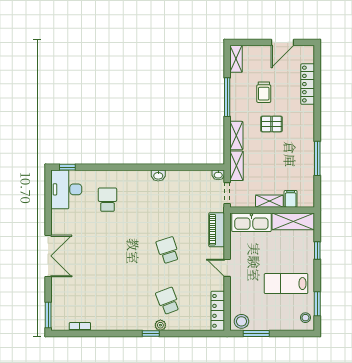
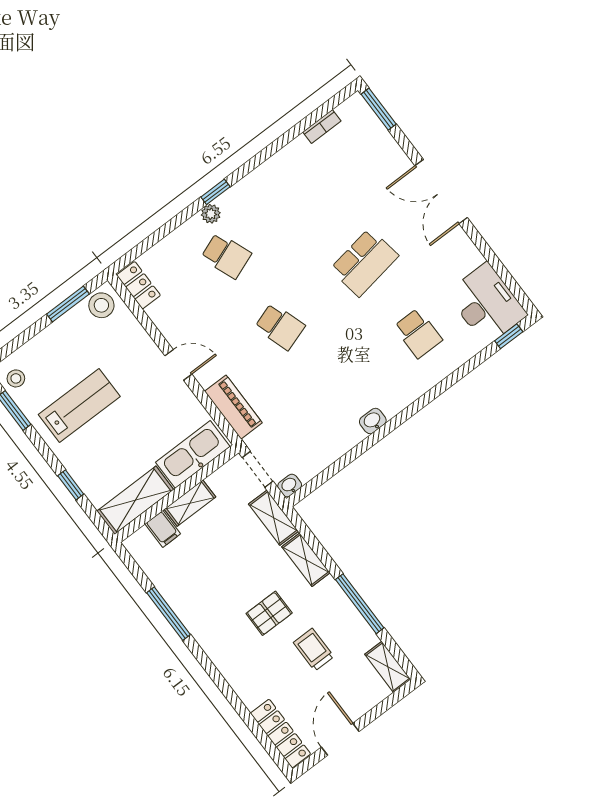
locker: (308, 84) -> (280, 734), moved
school desk: (107, 250) -> (364, 262), added
locker: (218, 311) -> (138, 285), width x0.66

